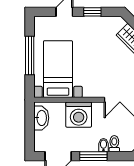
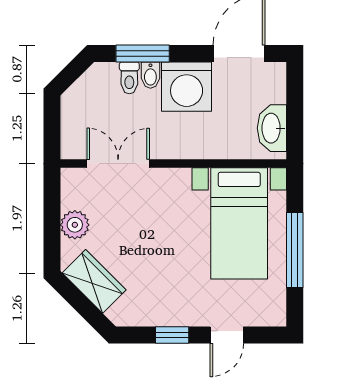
washing machine: (79, 115) -> (187, 87), moved, turned 180
window: (93, 156) -> (143, 53), moved

